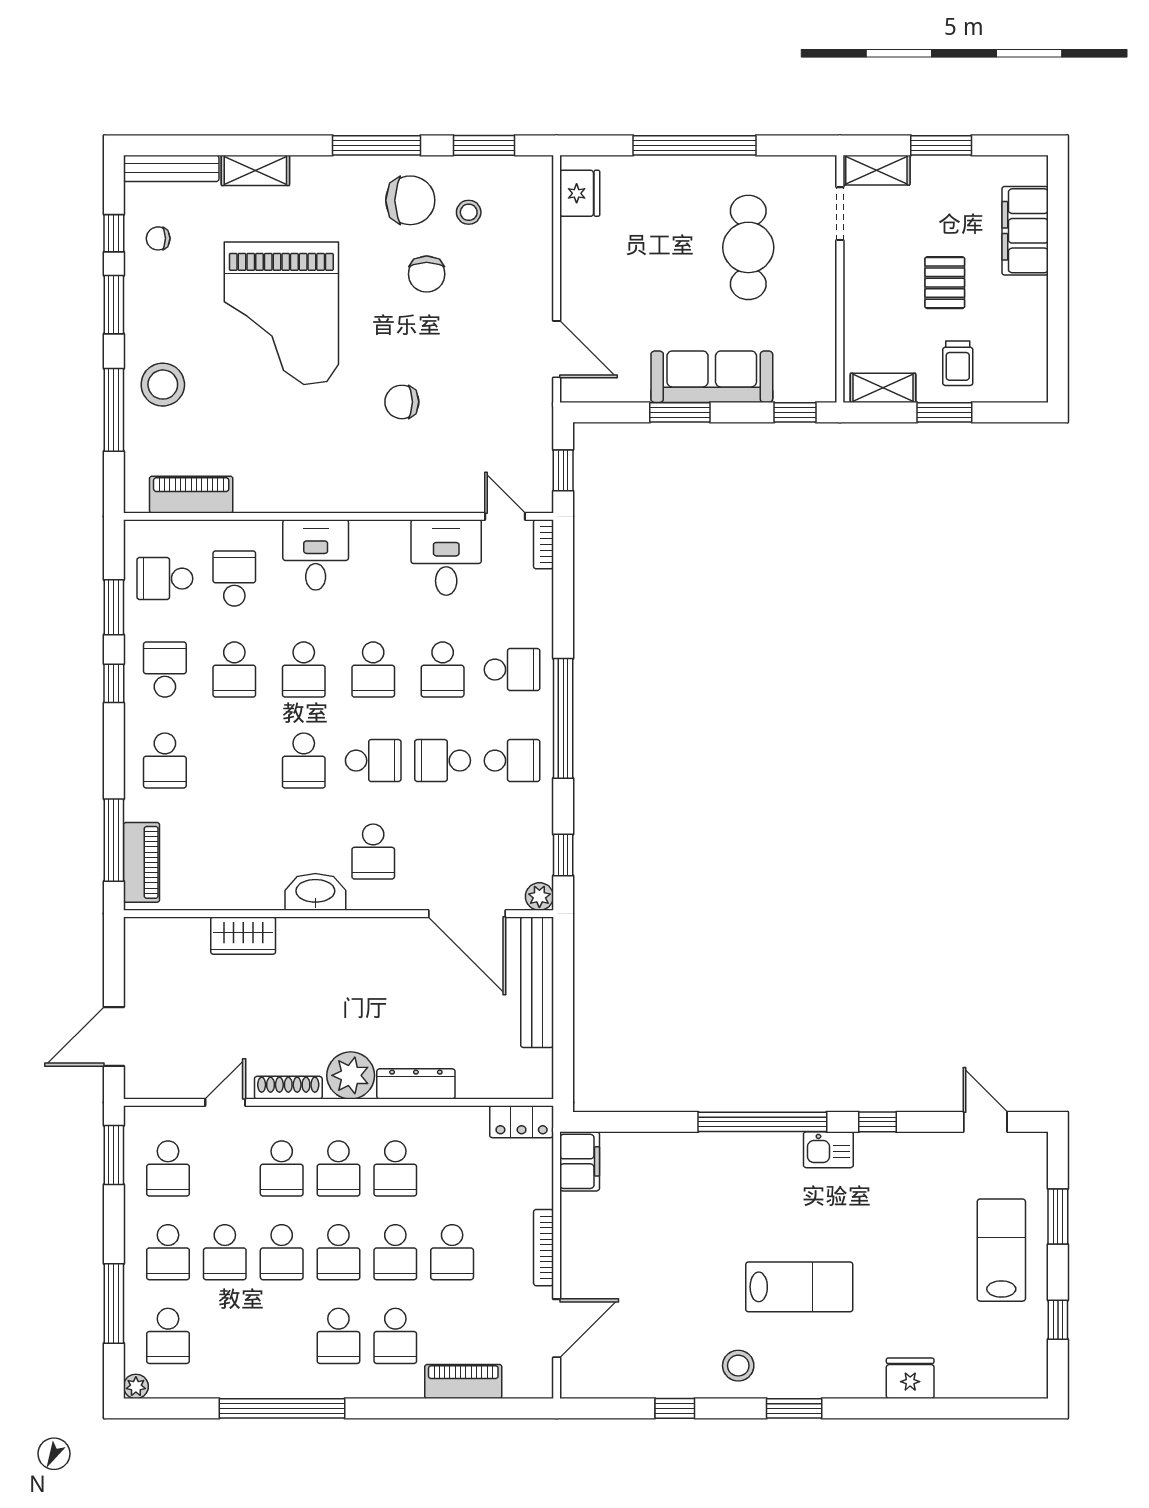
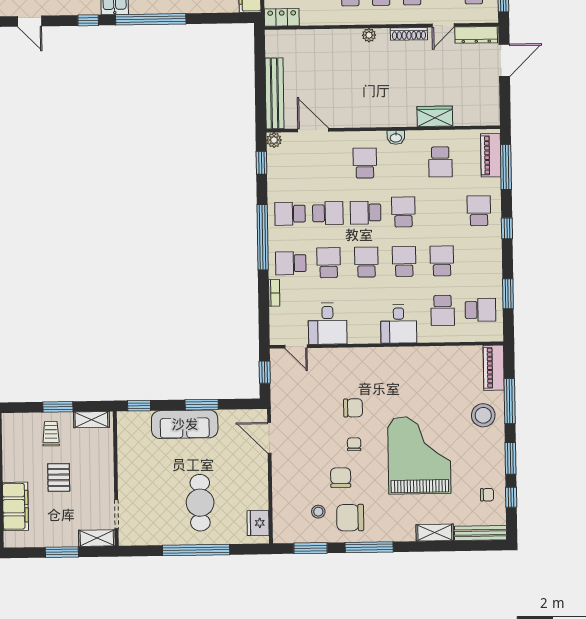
cafe table: (748, 247) -> (200, 503), moved
chair: (401, 335) -> (354, 444), added
piano: (191, 495) -> (494, 368), moved, turned 90
bookcase: (543, 544) -> (274, 293), moved
school desk: (165, 670) -> (440, 162), moved
window: (114, 683) -> (507, 228), moved
washbasin: (315, 892) -> (396, 138), width x0.52, depth x0.69
door: (467, 914) -> (313, 130), width x0.73
plant: (351, 1075) -> (369, 35), width x0.53, depth x0.53
dresser: (416, 1084) -> (476, 35), moved

